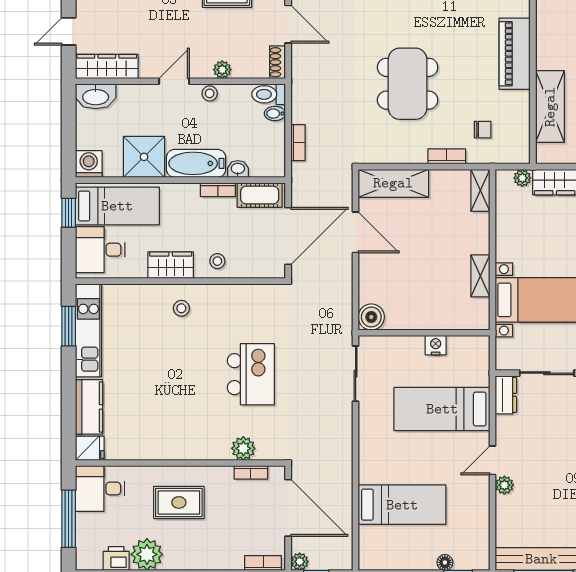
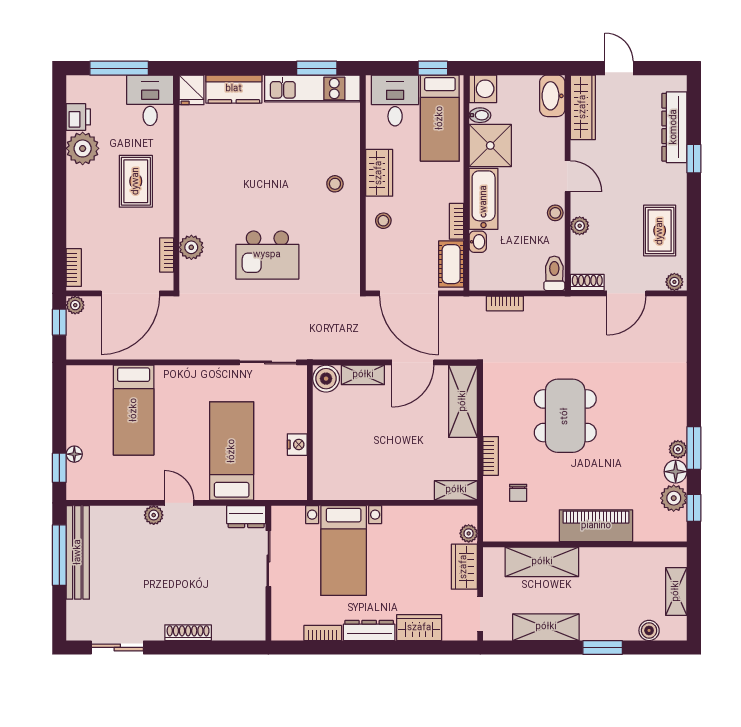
dining table: (408, 84) -> (565, 416), turned 90
bidet: (275, 114) -> (480, 115), moved, turned 90
shelving: (480, 276) -> (363, 375), moved

